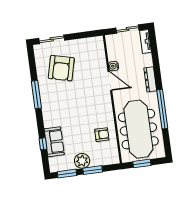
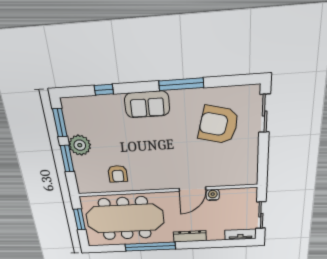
sofa: (54, 142) -> (147, 104), moved

